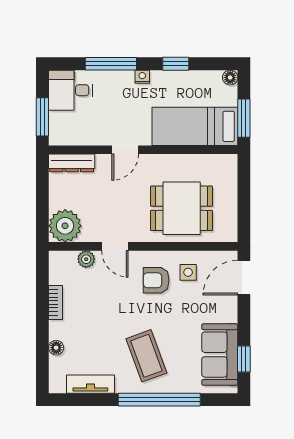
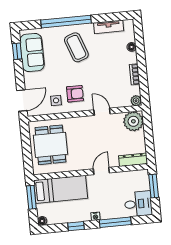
dining table: (182, 208) -> (50, 145), moved, turned 90
plant: (86, 259) -> (136, 101), moved

